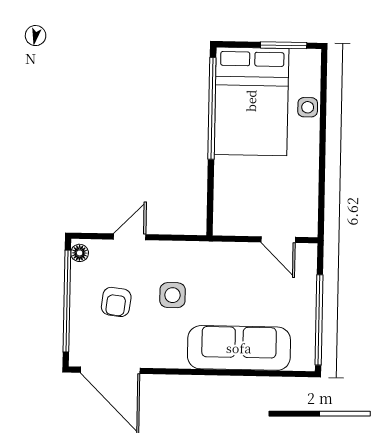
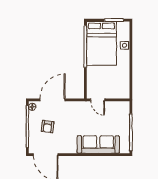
door: (130, 237) -> (53, 100), width x1.88
door: (278, 240) -> (98, 100), moved
side table: (173, 295) -> (71, 123), removed

